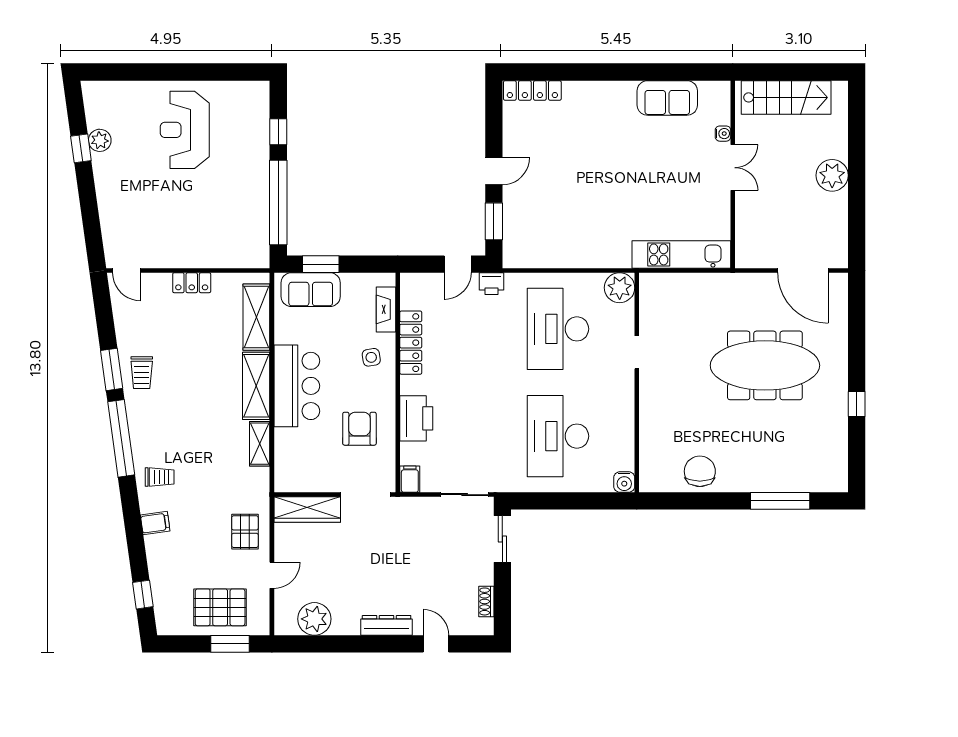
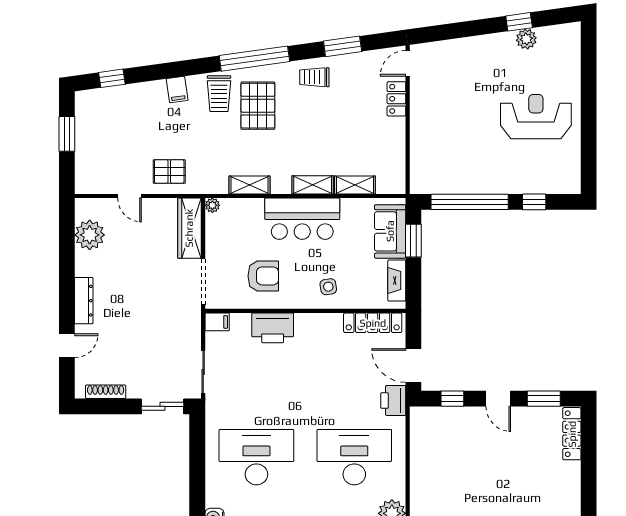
window: (494, 121) -> (544, 399), added
window: (494, 221) -> (452, 399), width x0.67
door: (458, 264) -> (413, 366), width x1.38
locker: (192, 283) -> (396, 99), moved
printer: (492, 284) -> (393, 400), width x1.36, depth x1.24
fireplace: (386, 309) -> (397, 281), moved, turned -90
shelving: (256, 317) -> (355, 185), width x0.67, depth x0.75
locker: (411, 343) -> (373, 323), moved
window: (112, 369) -> (343, 46), moved
shelving: (256, 386) -> (313, 185), width x0.67, depth x0.75
trolley: (160, 477) -> (219, 94), width x1.36, depth x1.39
plant: (282, 484) -> (212, 205), added
shoe rack: (486, 601) -> (106, 392), width x1.43
pallet: (220, 607) -> (258, 106), moved
window: (230, 644) -> (67, 134), moved

